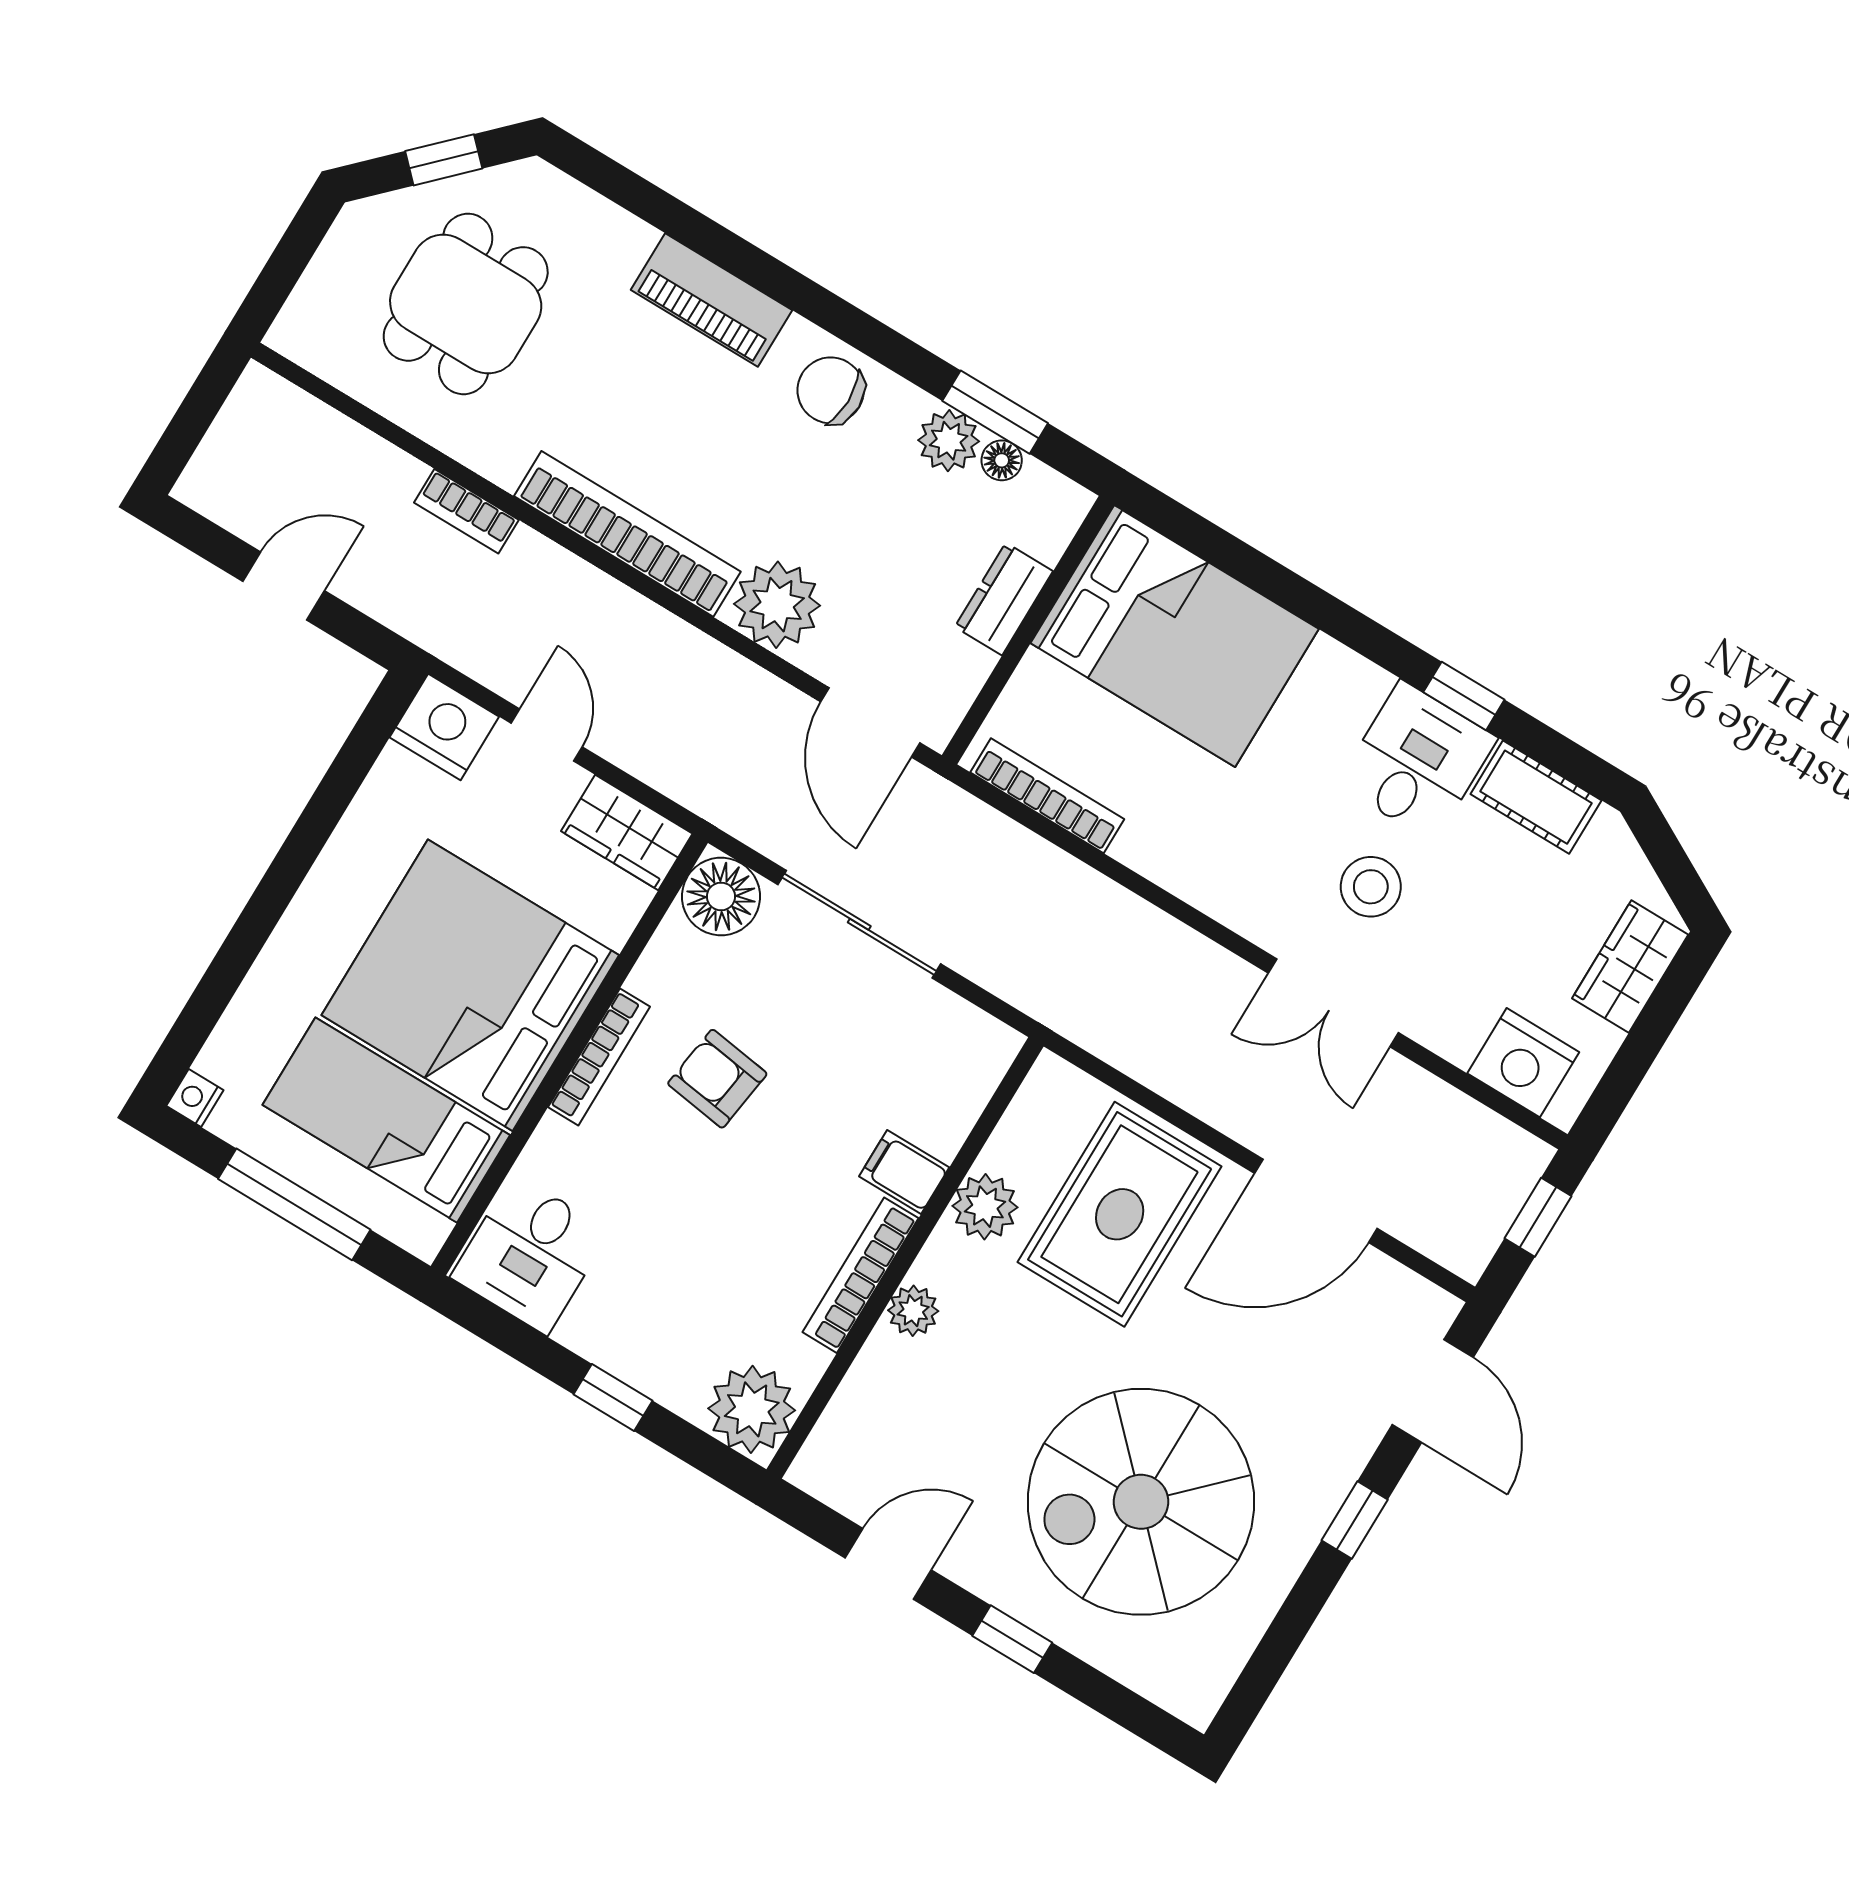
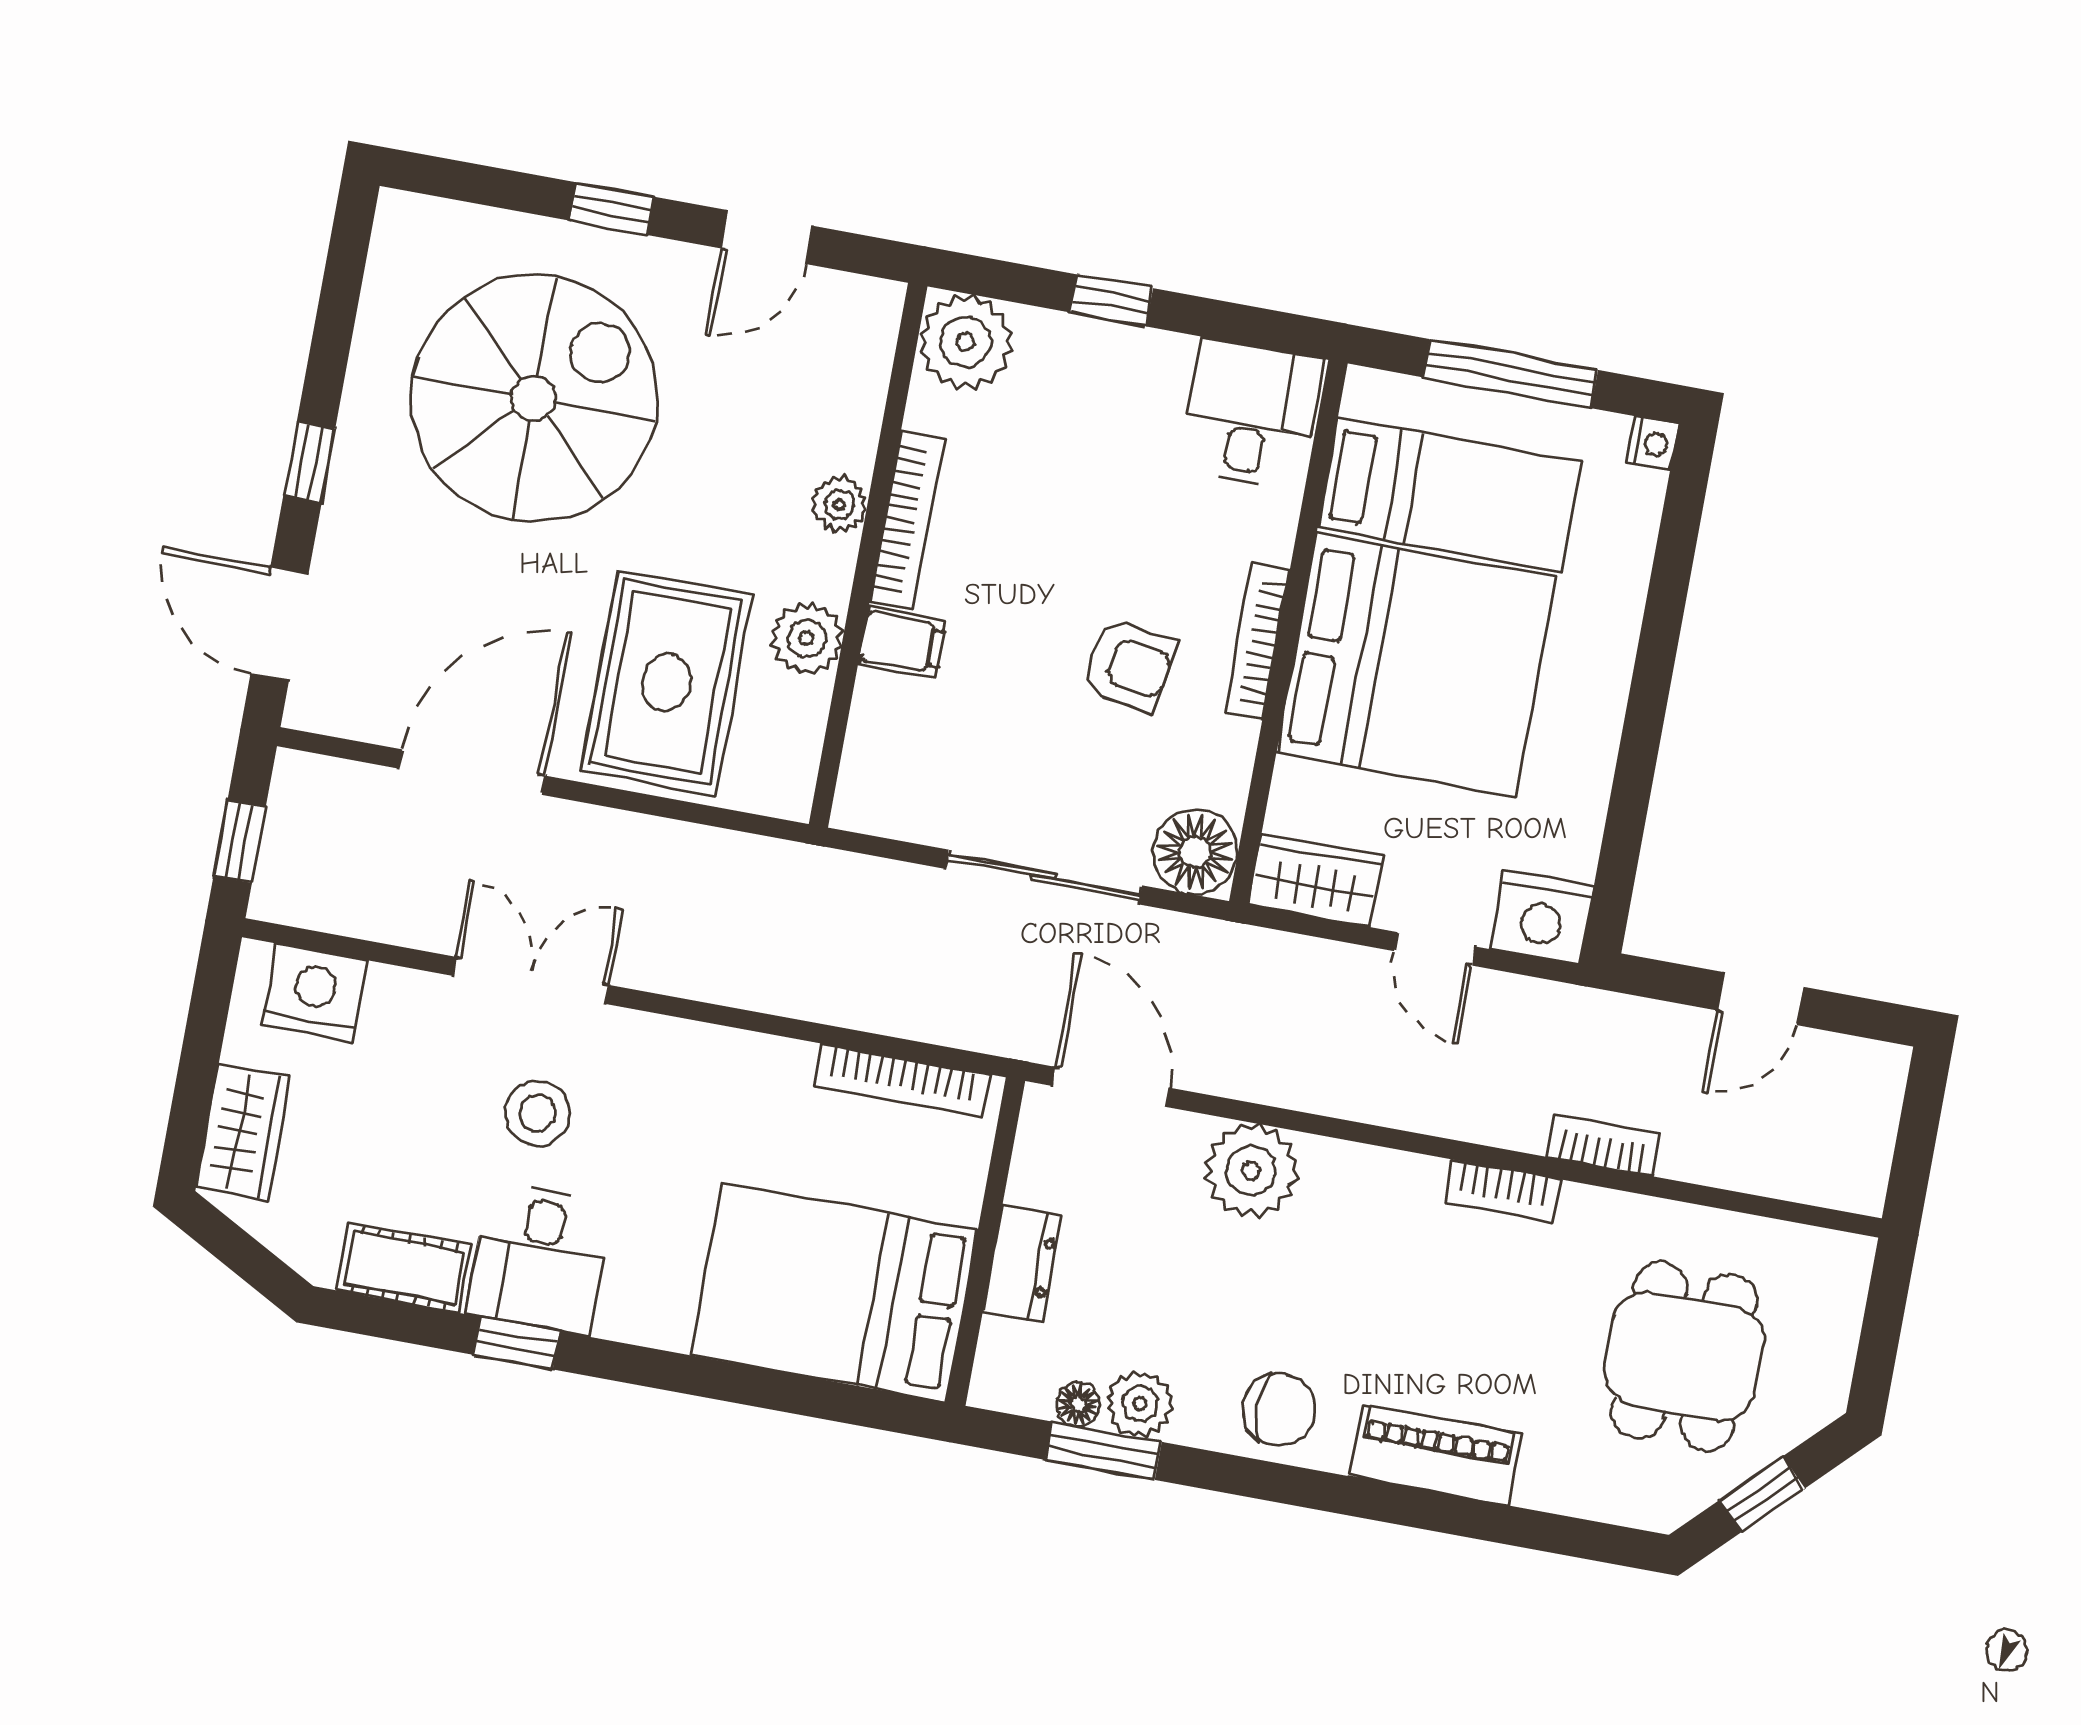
bookcase: (627, 534) -> (1503, 1191), width x0.43, depth x0.76

